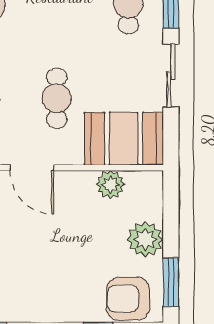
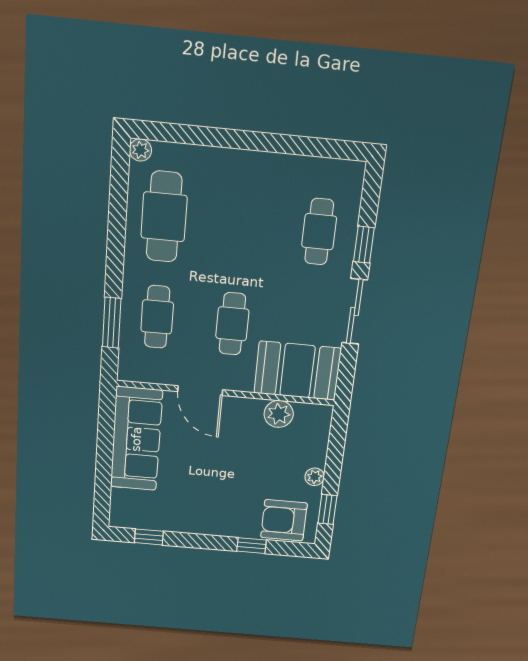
plant: (145, 239) -> (315, 477), width x0.53, depth x0.53
window: (171, 282) -> (327, 509), width x0.67

